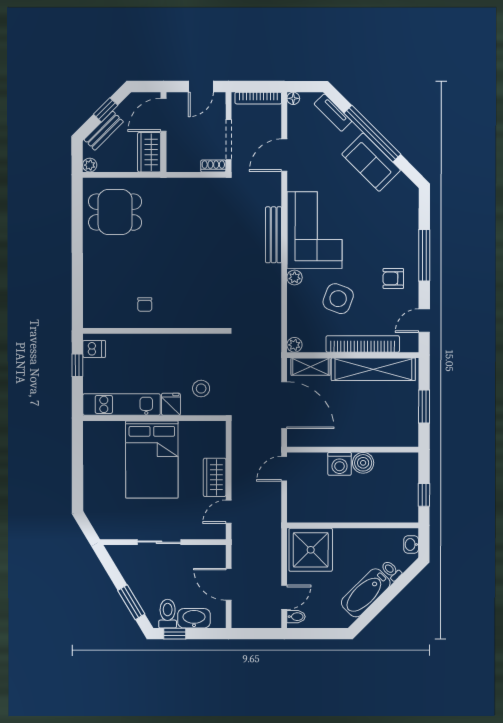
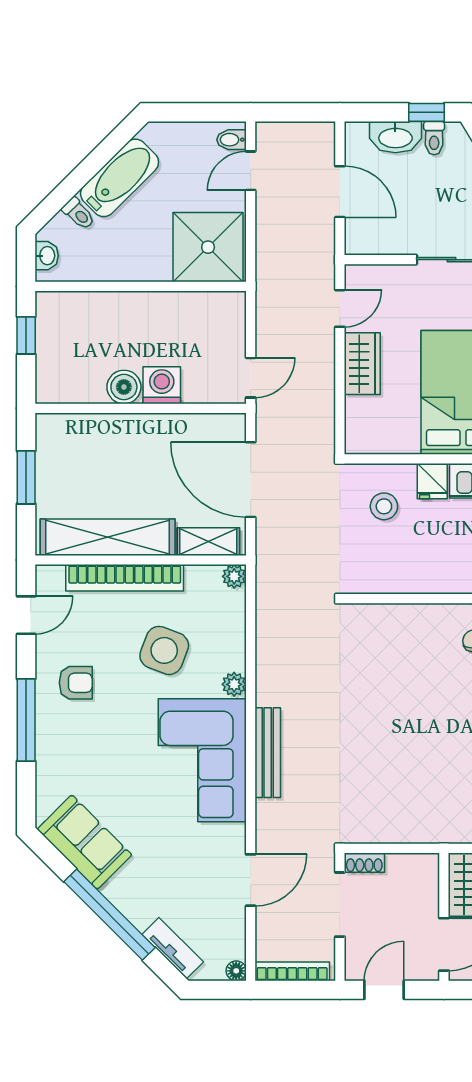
sofa: (371, 162) -> (85, 842), moved
toilet: (168, 614) -> (434, 138), width x0.73, depth x0.72

